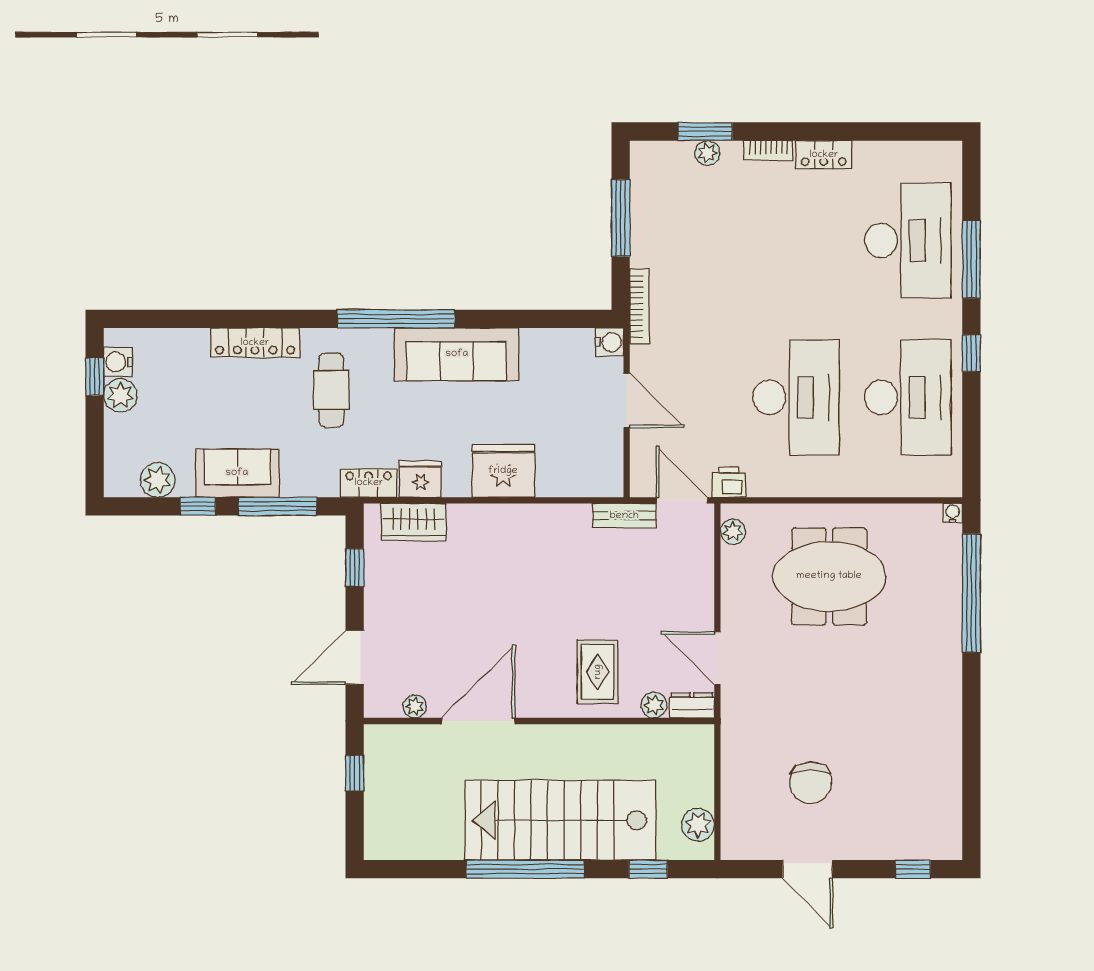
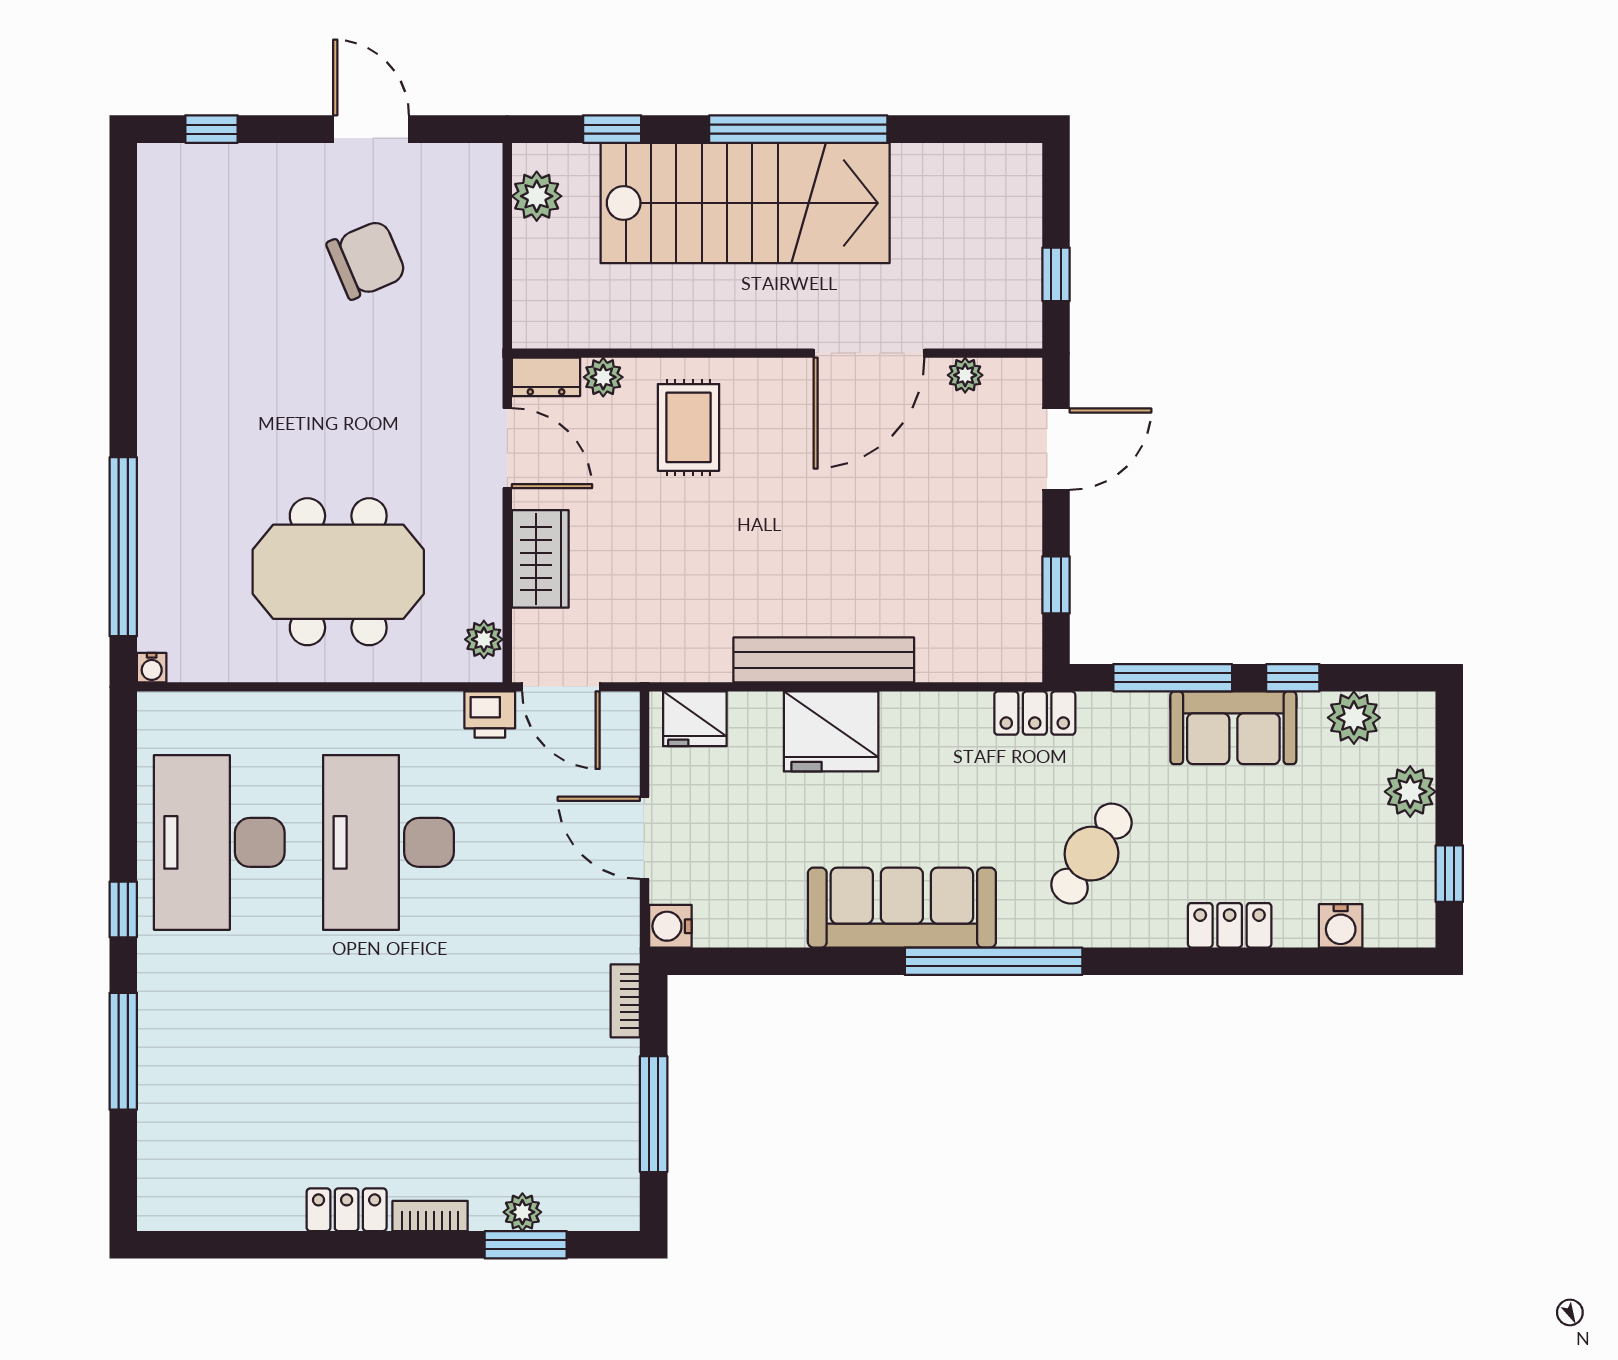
desk: (908, 240) -> (219, 1080), removed
bookcase: (639, 306) -> (625, 1001), width x0.64
locker: (255, 343) -> (1230, 925), width x0.66
water cooler: (118, 362) -> (1341, 926), moved, turned 90
cafe table: (331, 390) -> (1091, 854), turned 34
plant: (120, 395) -> (1410, 792), moved
fridge: (420, 479) -> (695, 719), moved
bench: (624, 516) -> (824, 660), moved, width x1.86, depth x1.21
wardrobe: (414, 522) -> (540, 559), moved, turned 90
chair: (810, 783) -> (367, 260), turned 67

